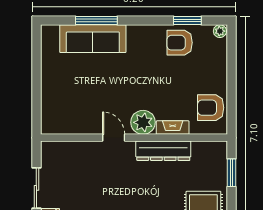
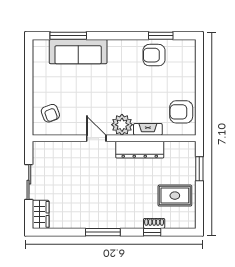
window: (96, 21) -> (68, 36), moved
plant: (220, 31) -> (189, 45), removed
armchair: (61, 109) -> (50, 113), added

